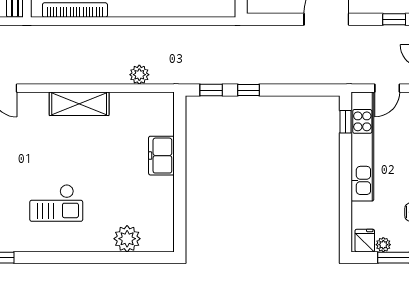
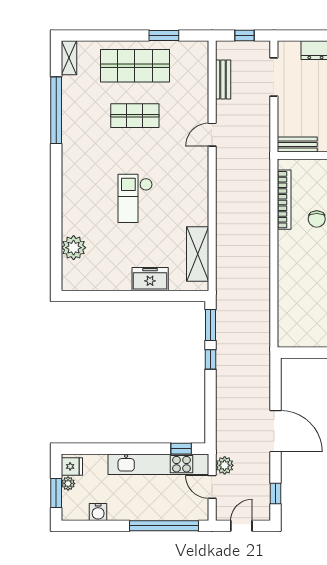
plant: (139, 75) -> (225, 465), moved
window: (211, 90) -> (210, 325), width x1.50
shelving: (79, 104) -> (198, 254), moved
checkout: (56, 203) -> (135, 198), moved

